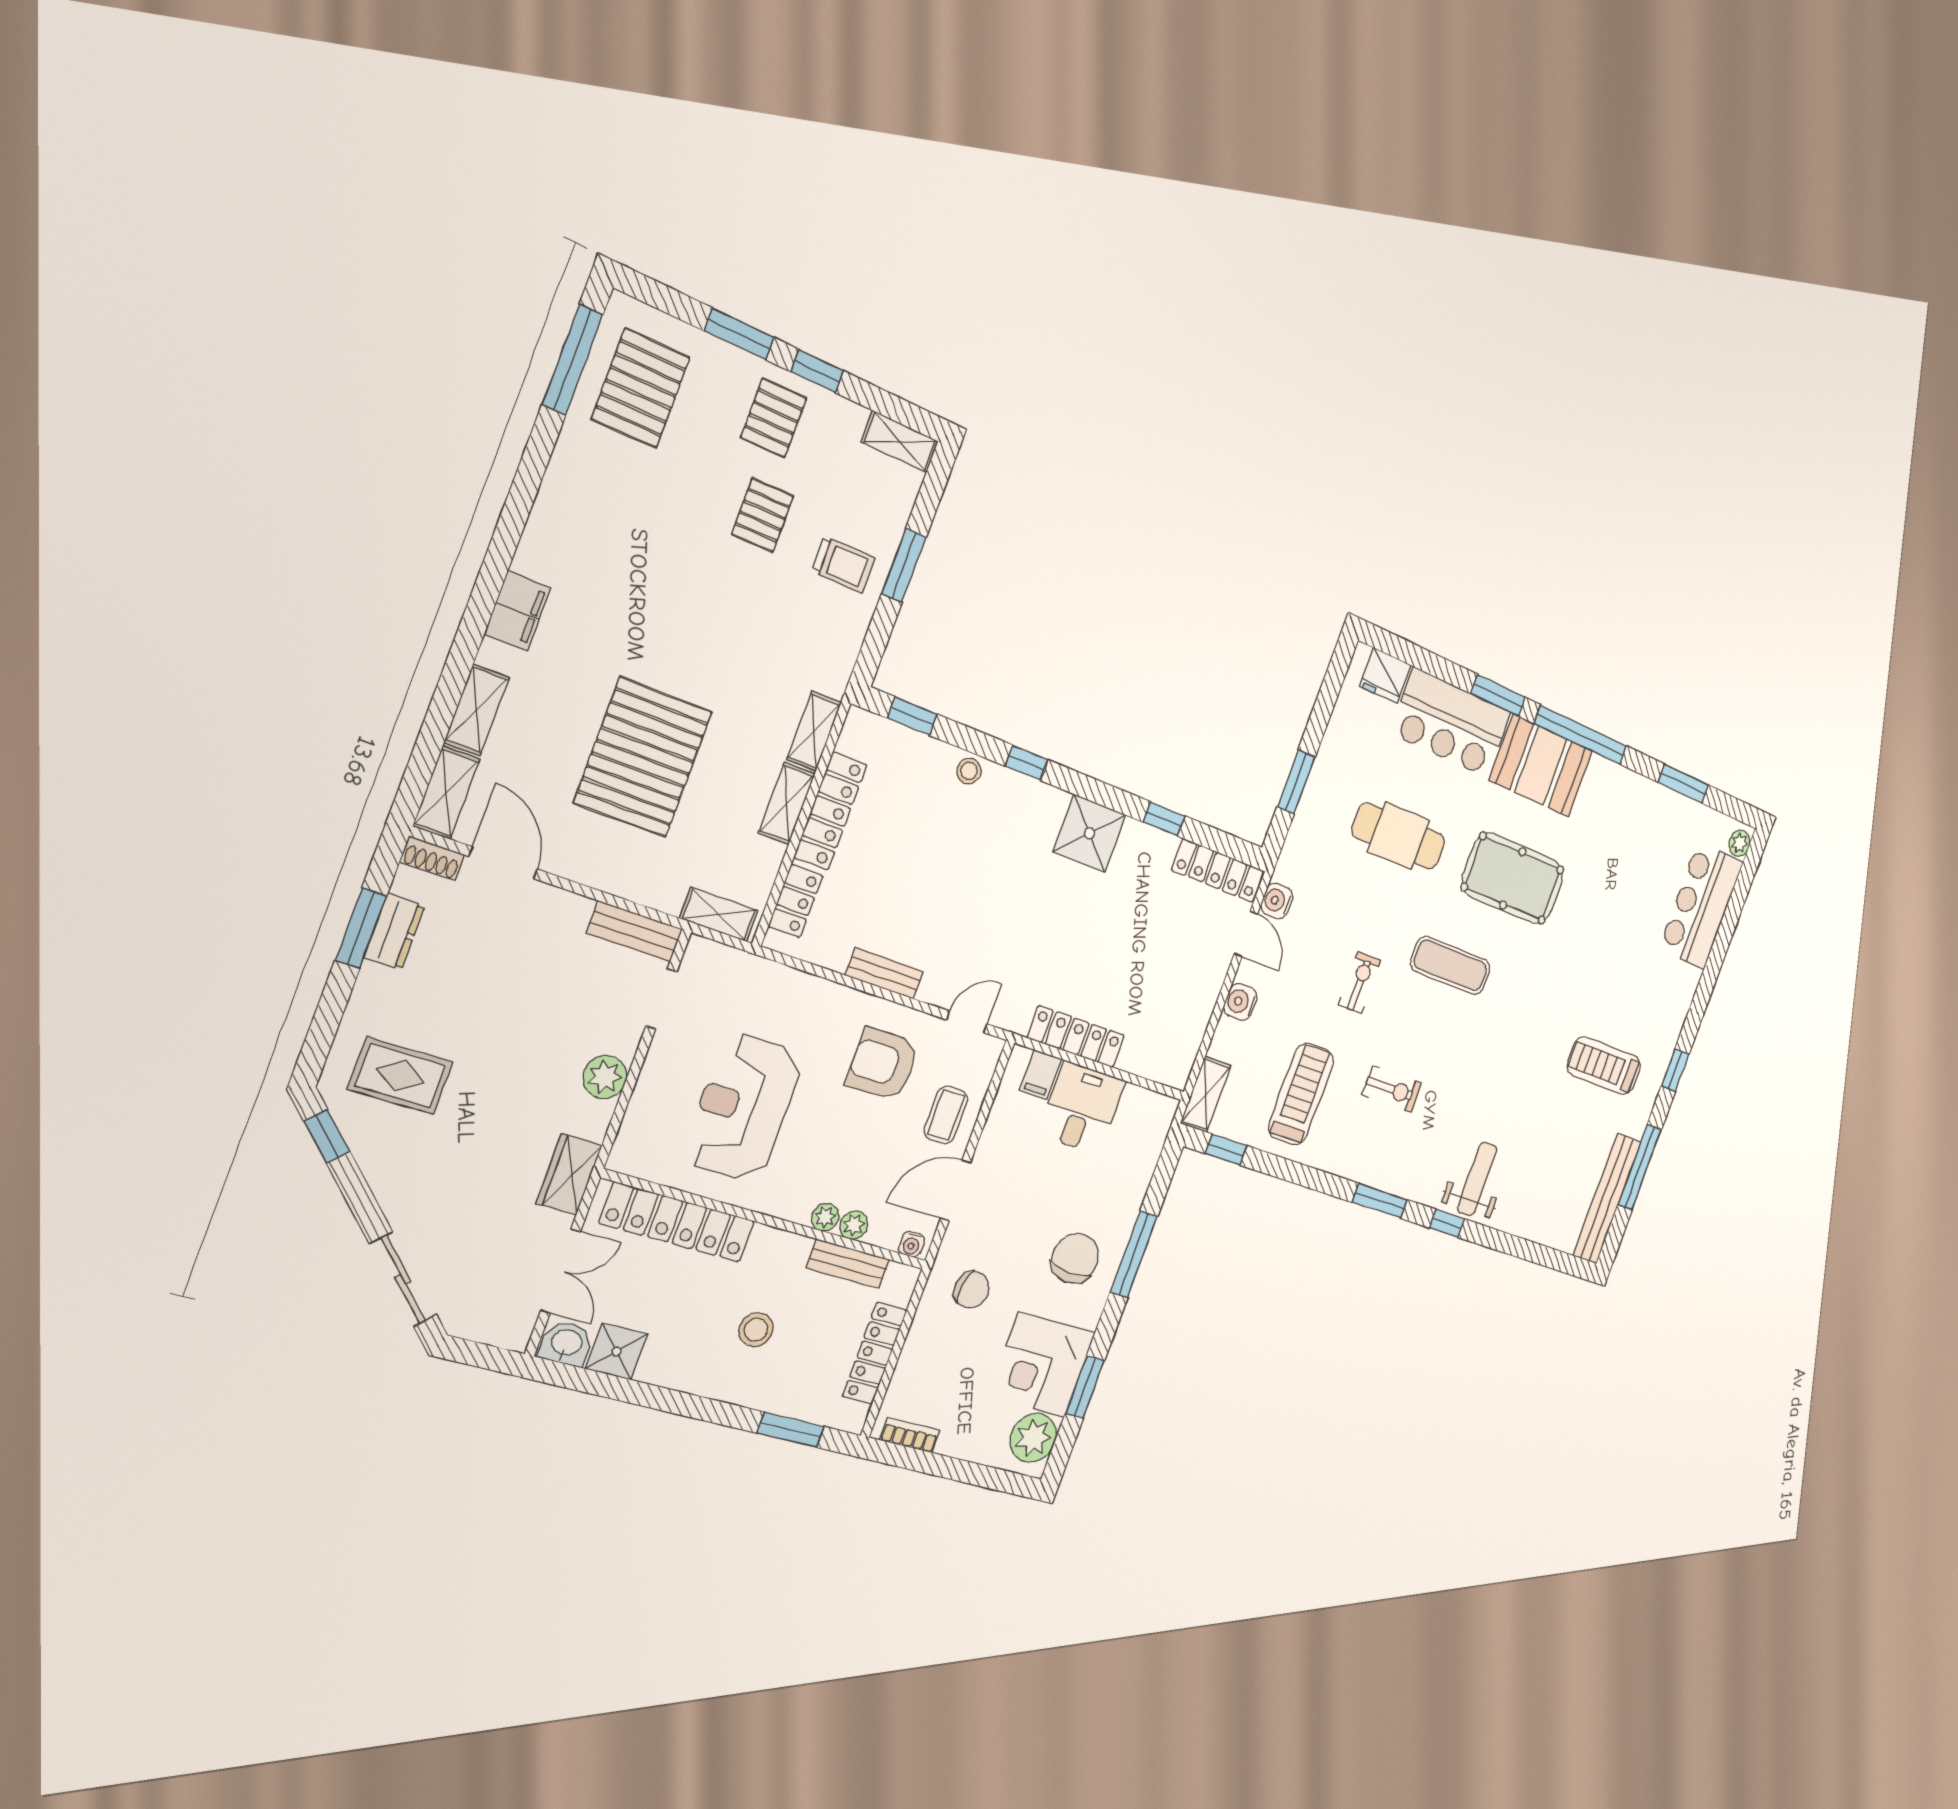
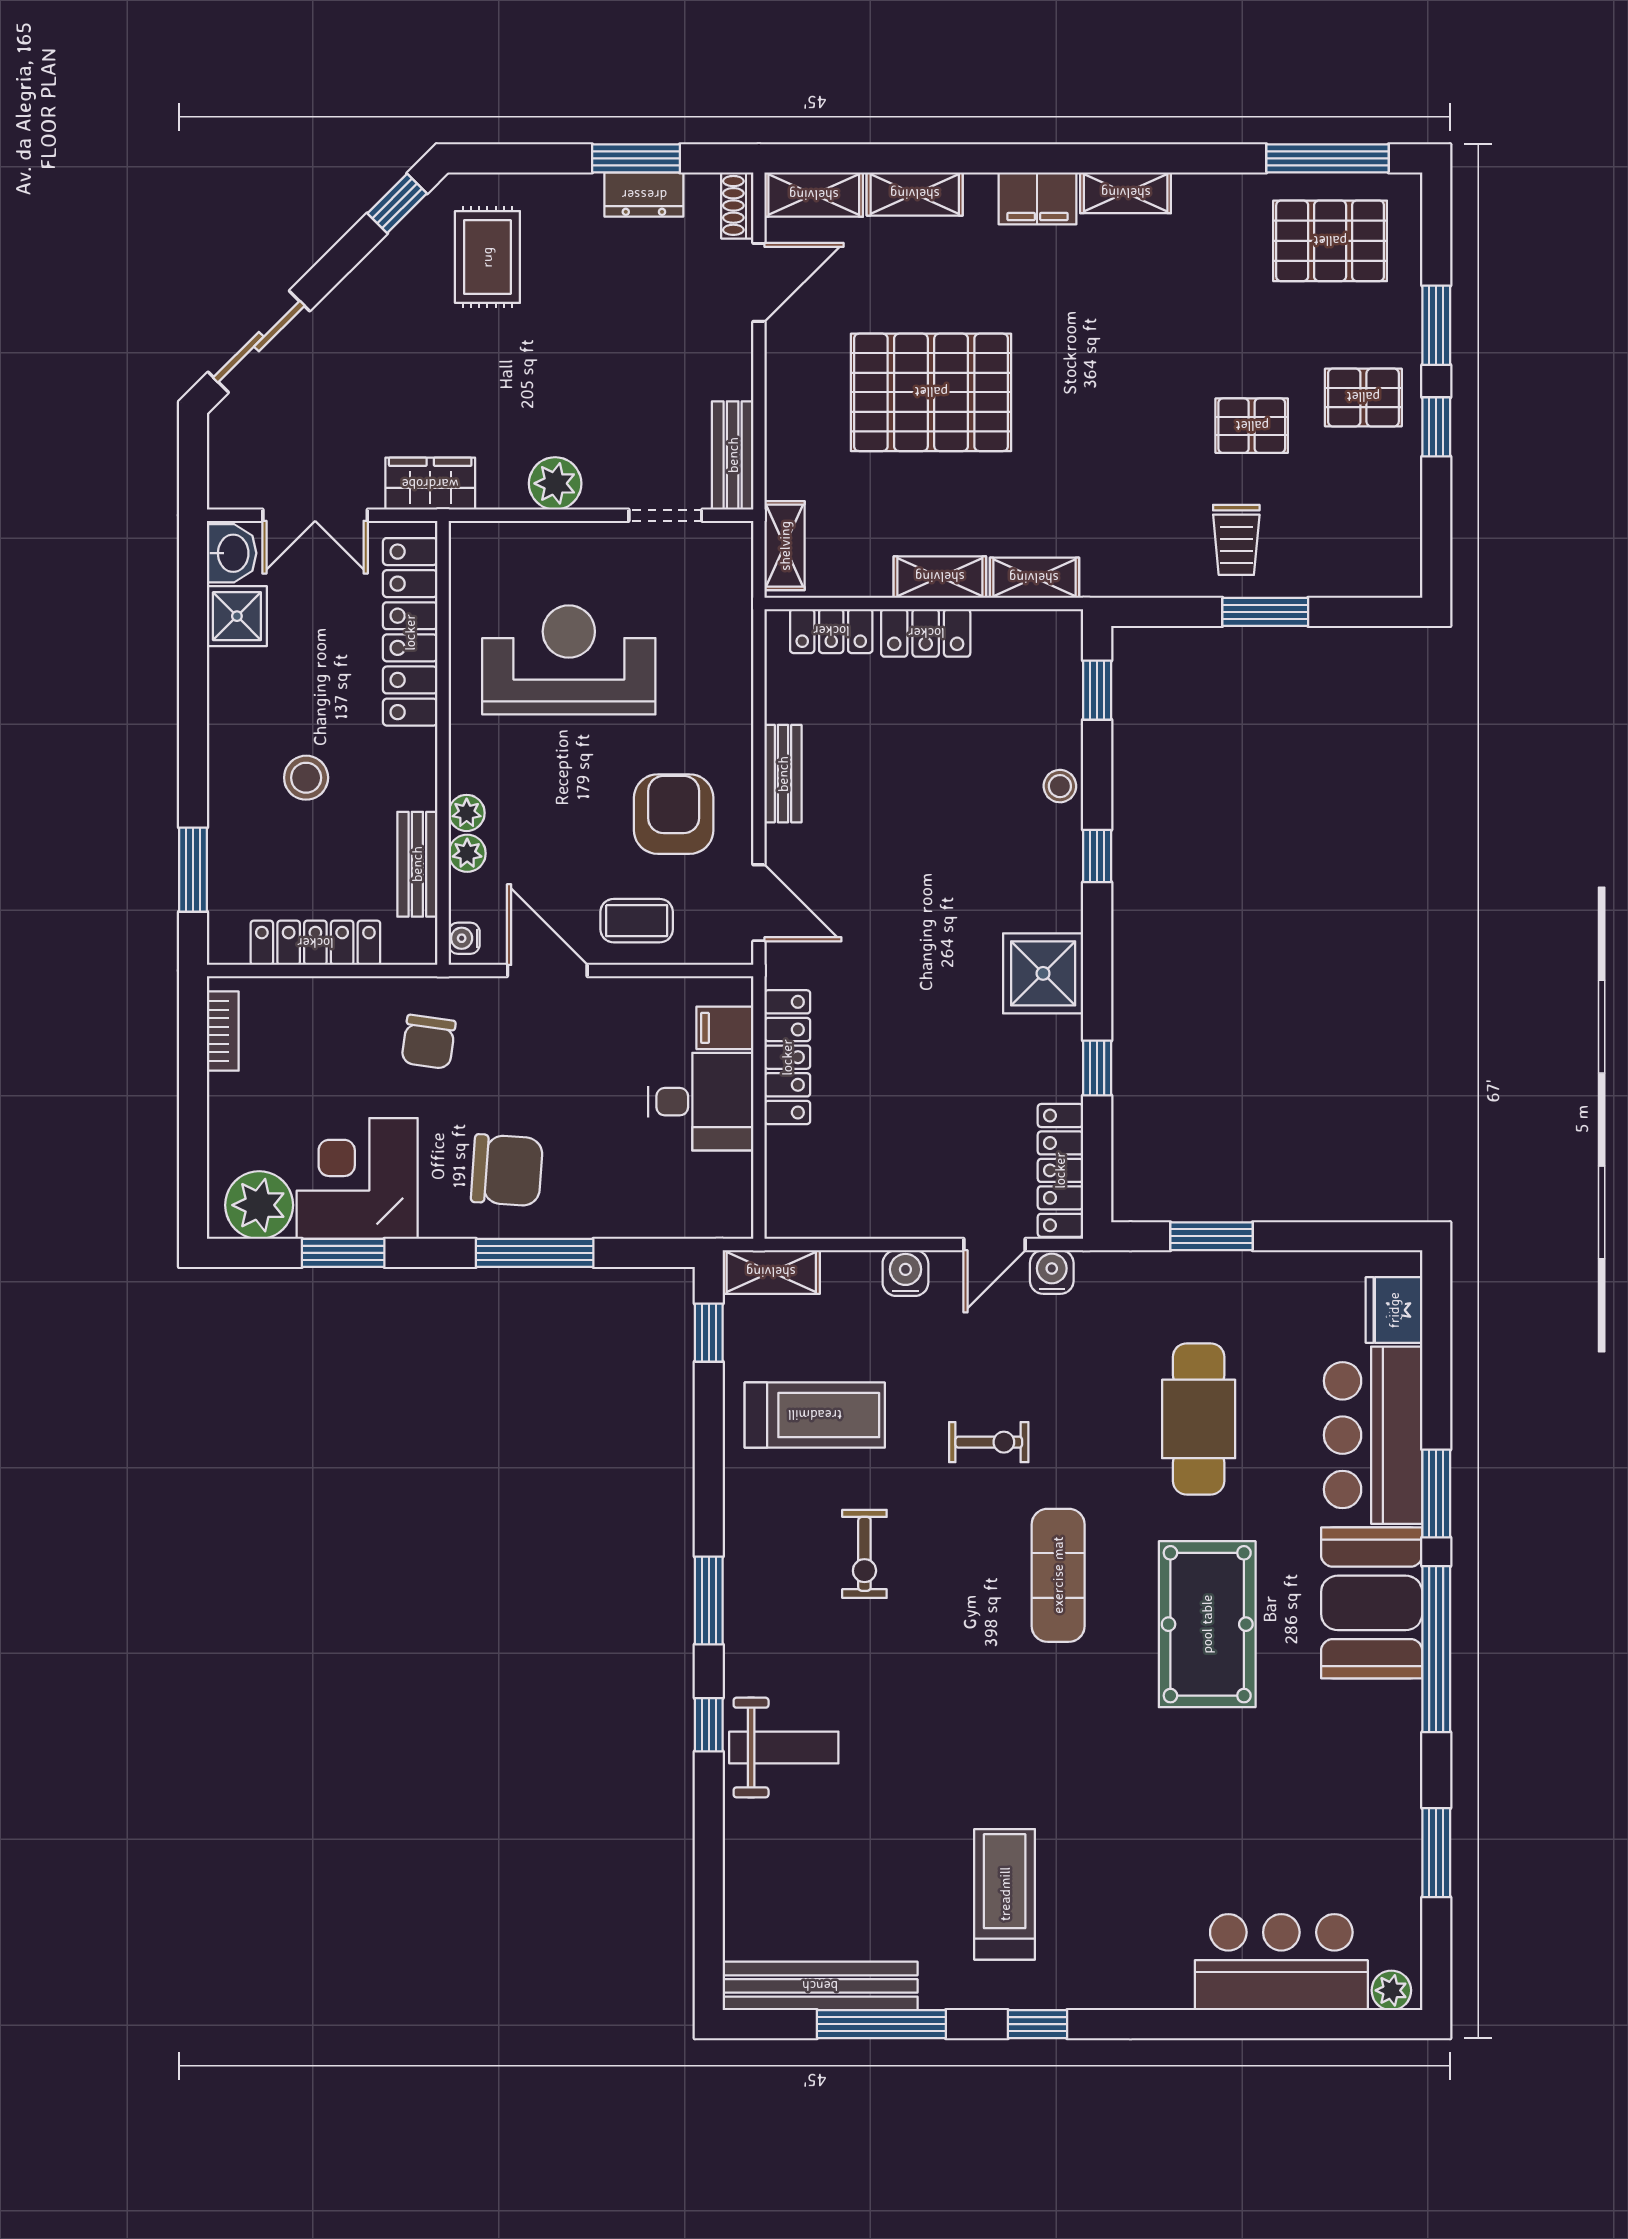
shelving: (900, 442) -> (1126, 193), moved, turned 90
locker: (830, 811) -> (926, 633), width x0.66
door: (967, 1022) -> (759, 903), width x1.38

